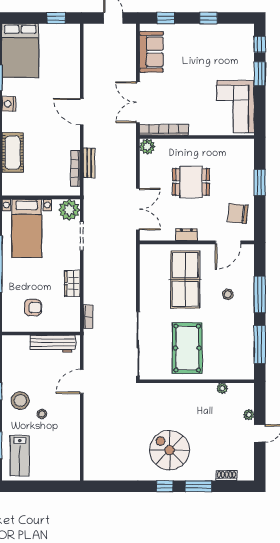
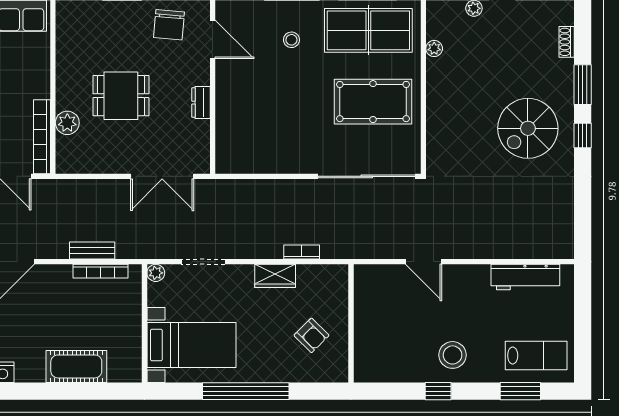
plant: (147, 147) -> (67, 123), moved
dining table: (191, 182) -> (121, 96), turned 90
double door: (138, 209) -> (162, 176), swing flipped
plant: (69, 210) -> (156, 273), width x0.53, depth x0.53
table tennis table: (185, 280) -> (368, 30), moved
armchair: (33, 308) -> (311, 335), turned 135
bookcase: (88, 317) -> (302, 252), moved
workbench: (53, 344) -> (525, 277), moved, turned 90
stool: (42, 414) -> (473, 322), removed

